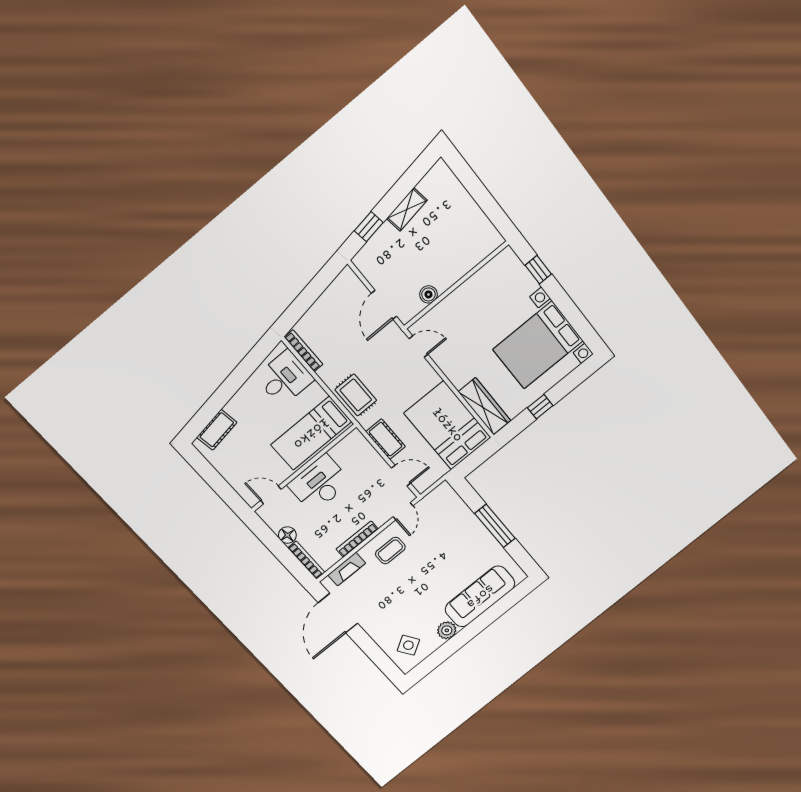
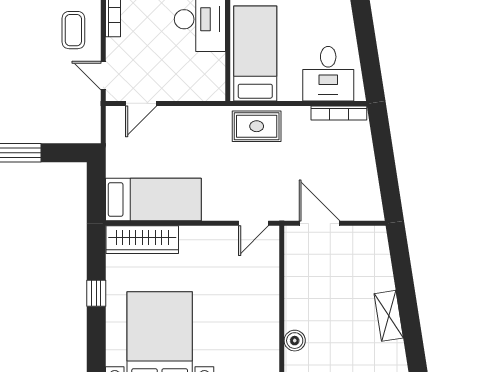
window: (369, 227) -> (402, 268), removed
boiler: (428, 294) -> (295, 341), moved
bed: (447, 425) -> (153, 200), width x0.67
cot: (386, 439) -> (190, 119), removed

